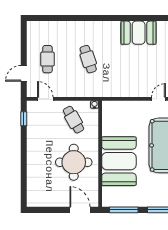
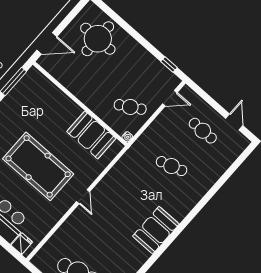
door: (24, 73) -> (234, 122), moved
booth: (119, 161) -> (91, 135), moved, width x0.73, depth x0.70
round table: (74, 162) -> (98, 39), moved

